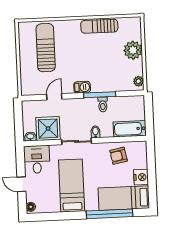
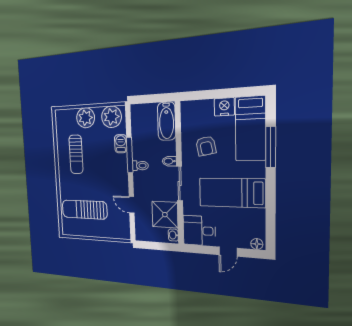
sun lounger: (99, 26) -> (76, 154), moved
plant: (138, 81) -> (111, 117), width x1.88, depth x1.88
barbecue: (82, 87) -> (121, 144), moved
toilet: (103, 104) -> (140, 166), moved
armchair: (118, 156) -> (206, 146), moved
window: (110, 214) -> (271, 147), width x0.68

